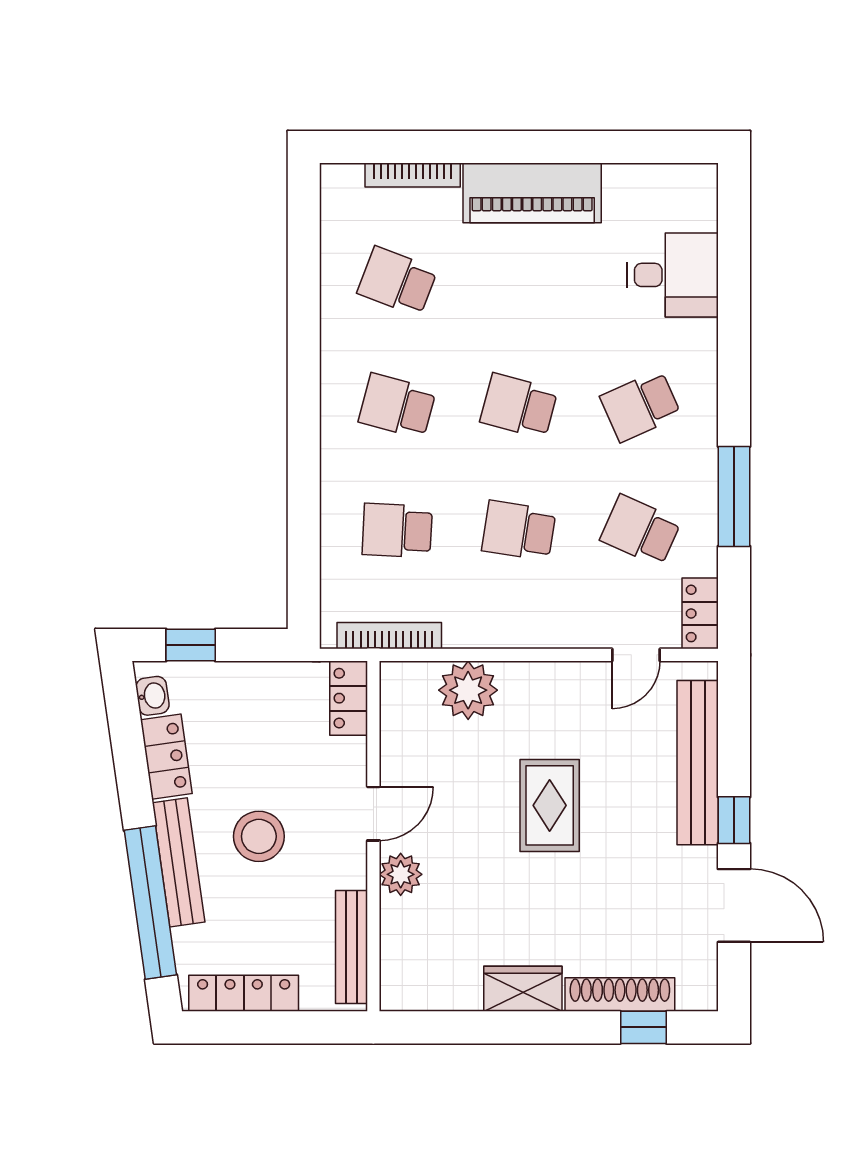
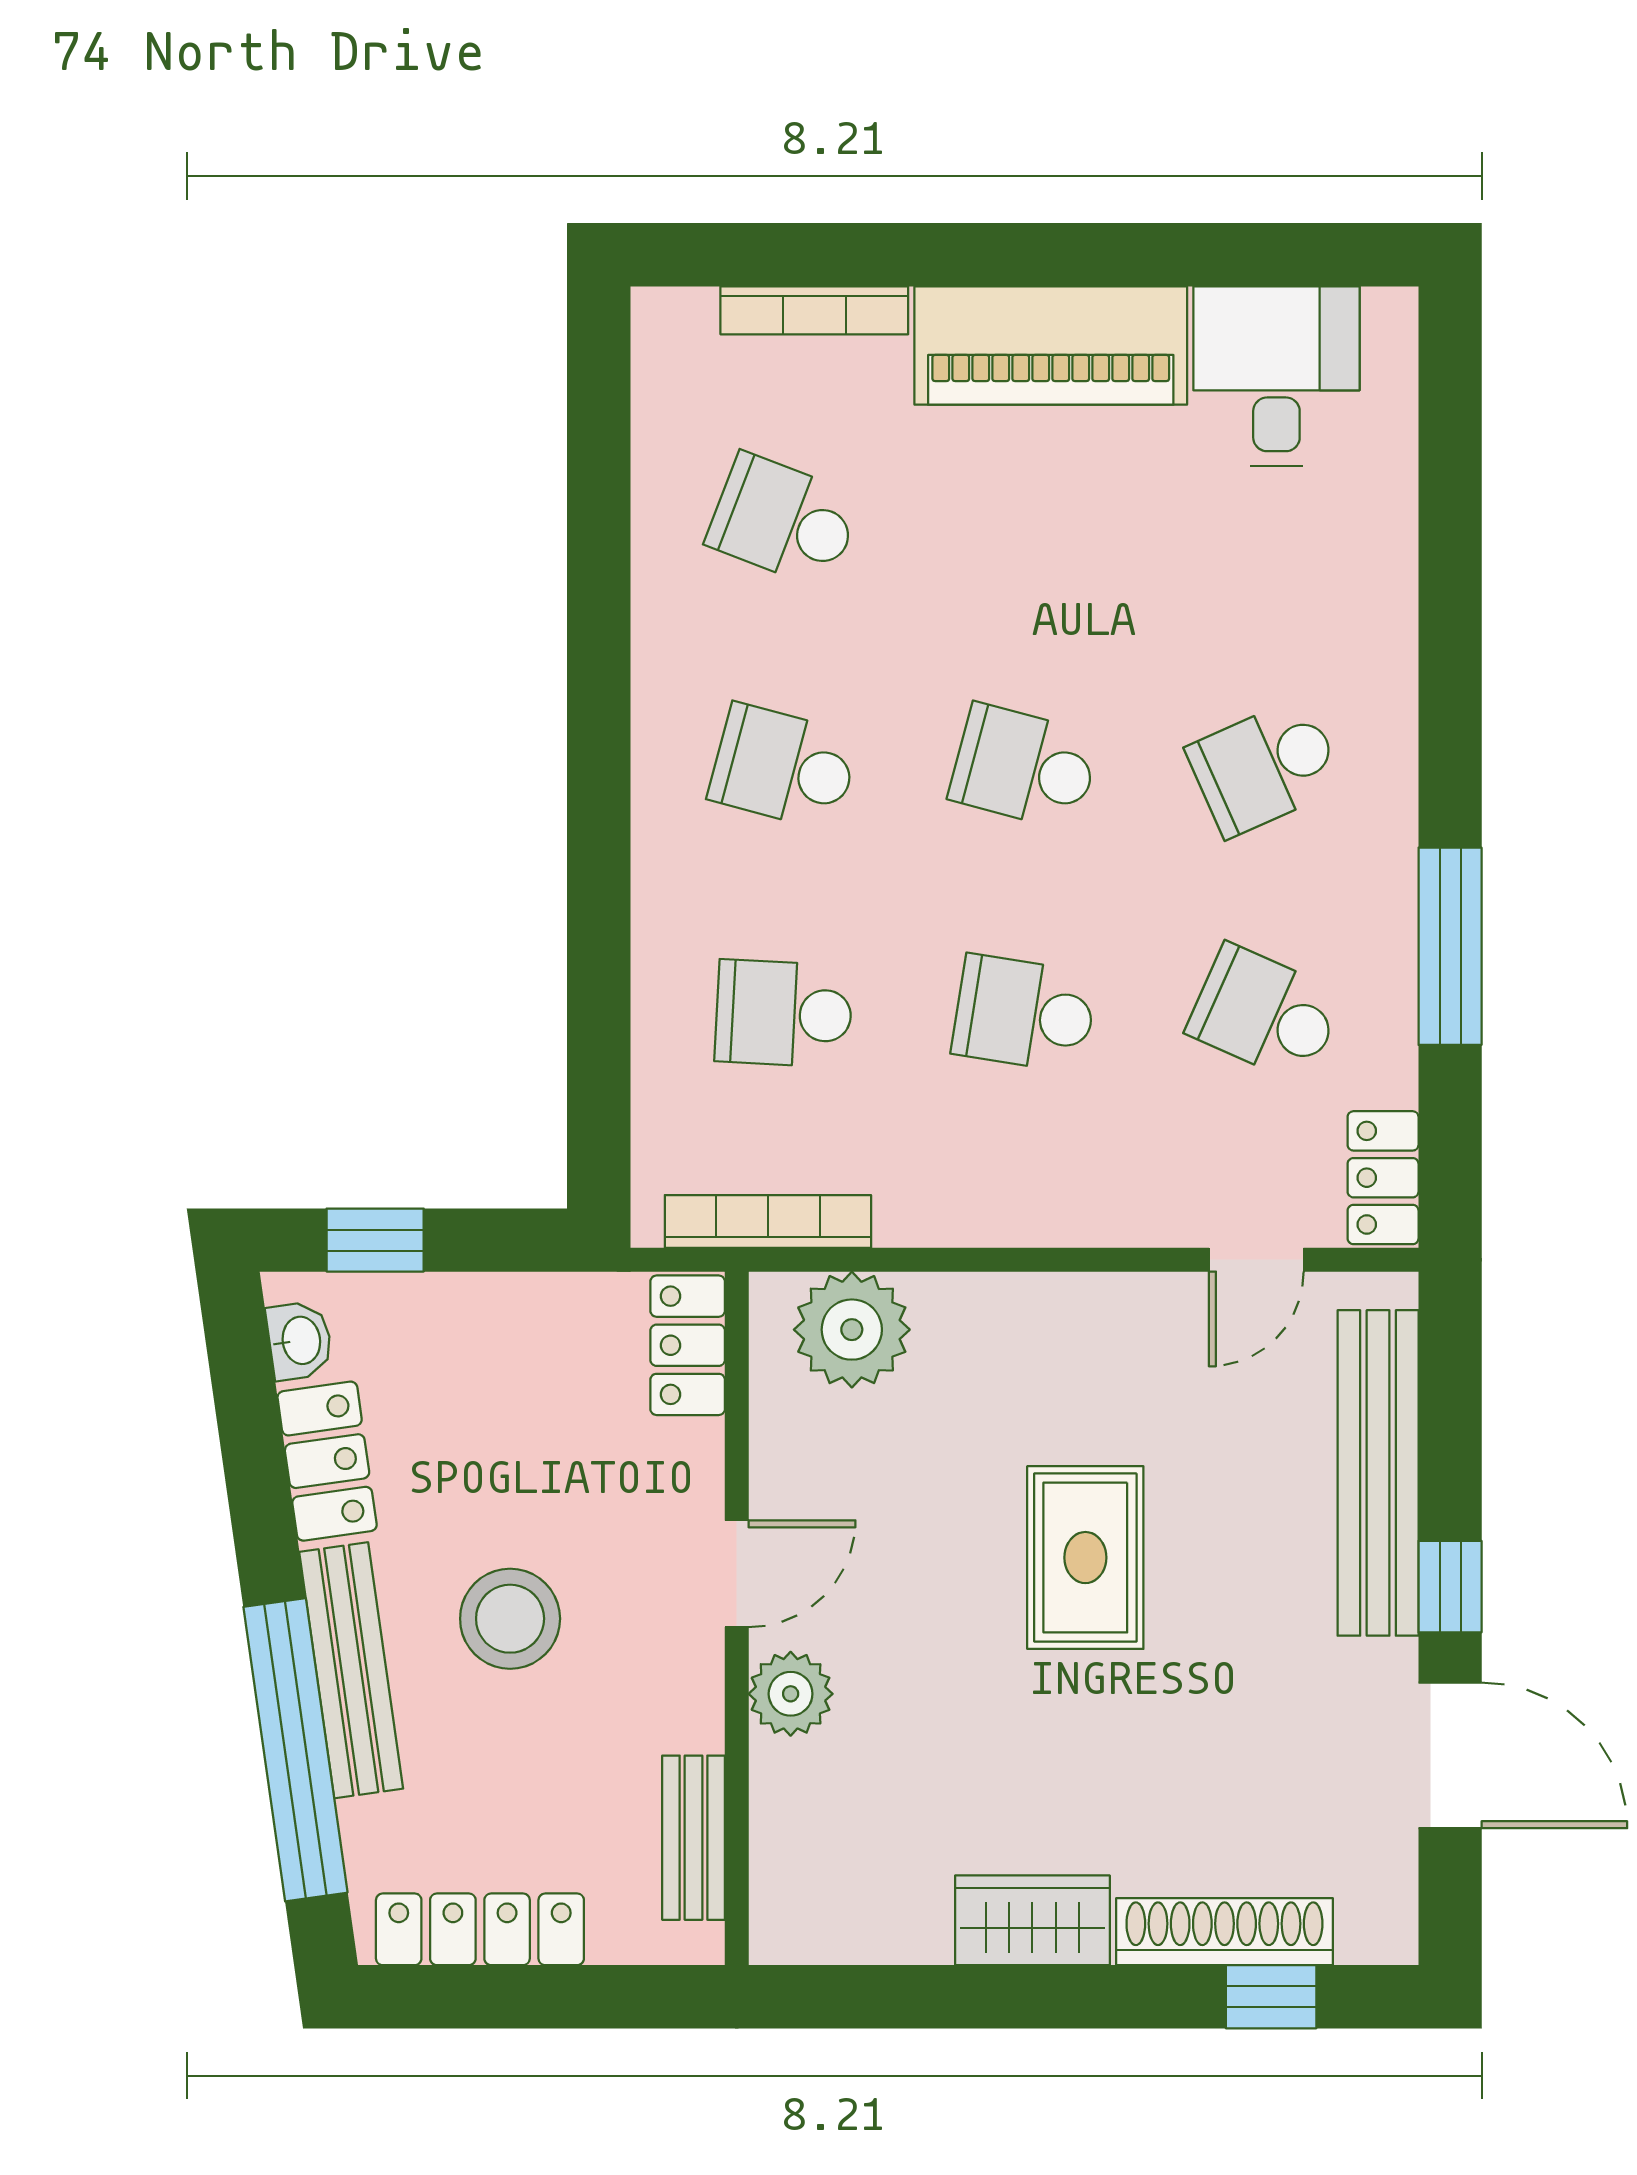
desk: (673, 275) -> (1276, 376), moved, turned -90
plant: (468, 690) -> (852, 1330), moved
bench: (352, 947) -> (694, 1838), width x0.73

